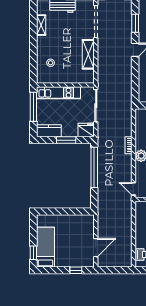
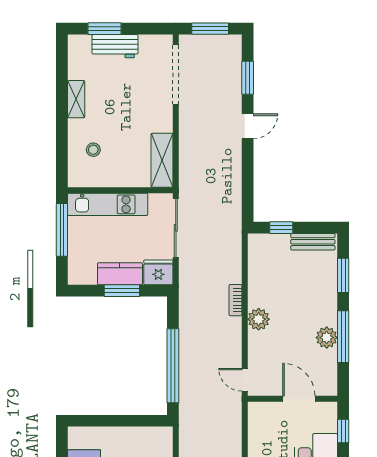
shelving: (41, 25) -> (76, 99), moved
shelving: (88, 54) -> (162, 160), moved
kitchen counter: (49, 131) -> (120, 274), moved
window: (94, 167) -> (173, 366), moved

